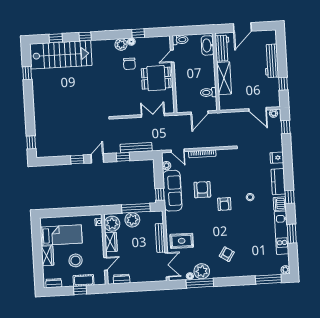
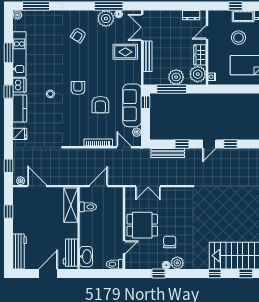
workbench: (271, 61) -> (19, 251), moved
shelving: (224, 78) -> (71, 205), moved
cot: (84, 280) -> (243, 16), moved

